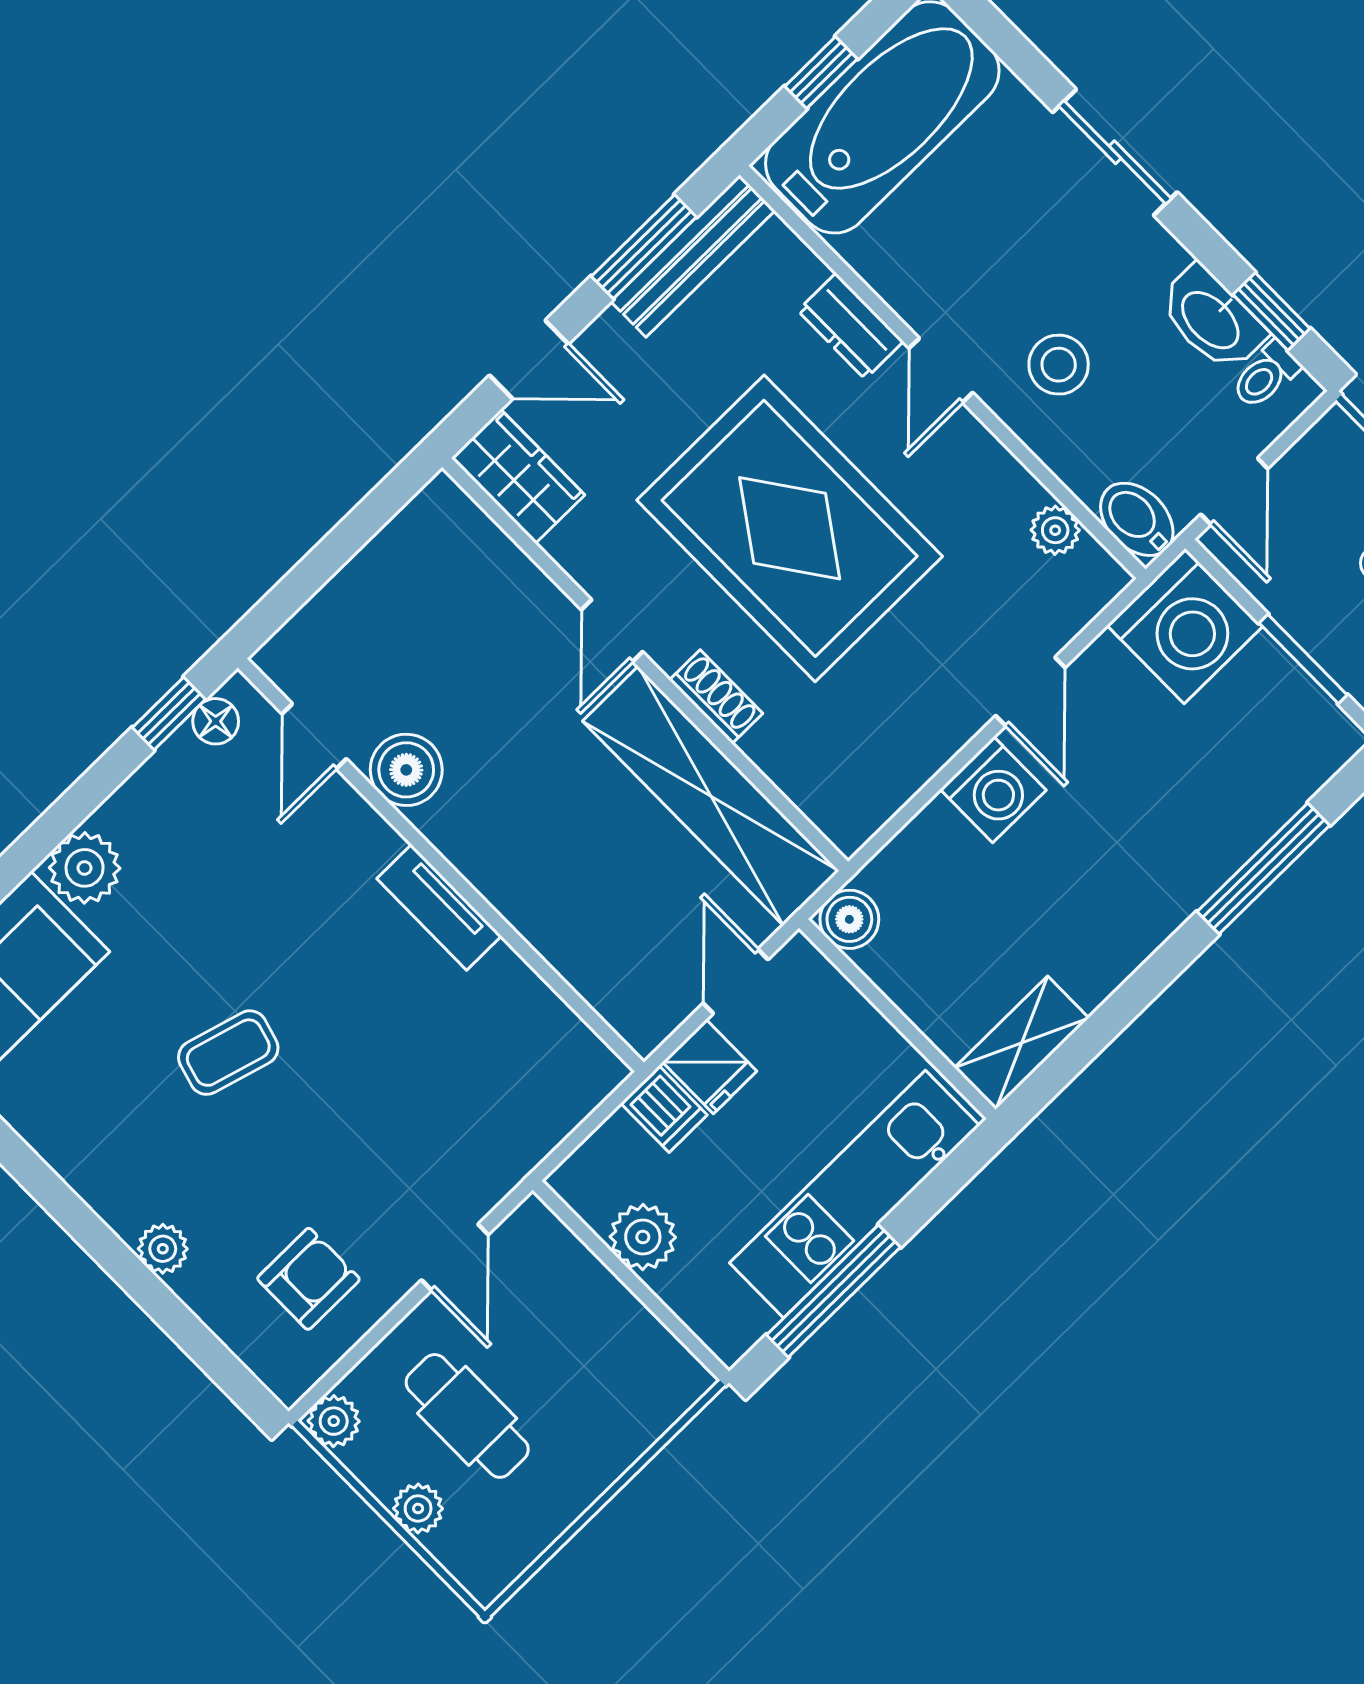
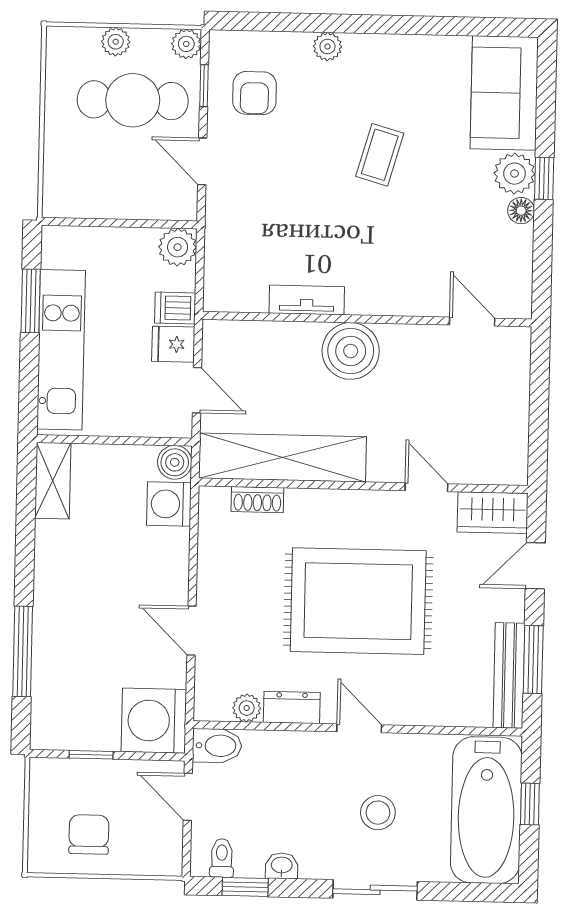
washbasin: (1212, 319) -> (282, 866), width x0.52, depth x0.69
dresser: (851, 326) -> (292, 707), moved
stool: (1059, 365) -> (378, 813), moved
door: (612, 631) -> (426, 487), moved
window: (1303, 659) -> (91, 755), width x0.67
shoe rack: (716, 697) -> (257, 500), moved
window: (169, 713) -> (544, 178), moved
floor lamp: (216, 721) -> (521, 211), moved
boiler: (406, 770) -> (351, 351), moved, width x1.37, depth x1.37
washing machine: (993, 790) -> (169, 504), moved
tv unit: (439, 907) -> (307, 300), moved
plant: (643, 1237) -> (178, 247), moved
window: (833, 1291) -> (31, 301), width x0.69
window: (362, 1349) -> (204, 86), added
cafe table: (467, 1416) -> (133, 100), width x1.37, depth x1.35

